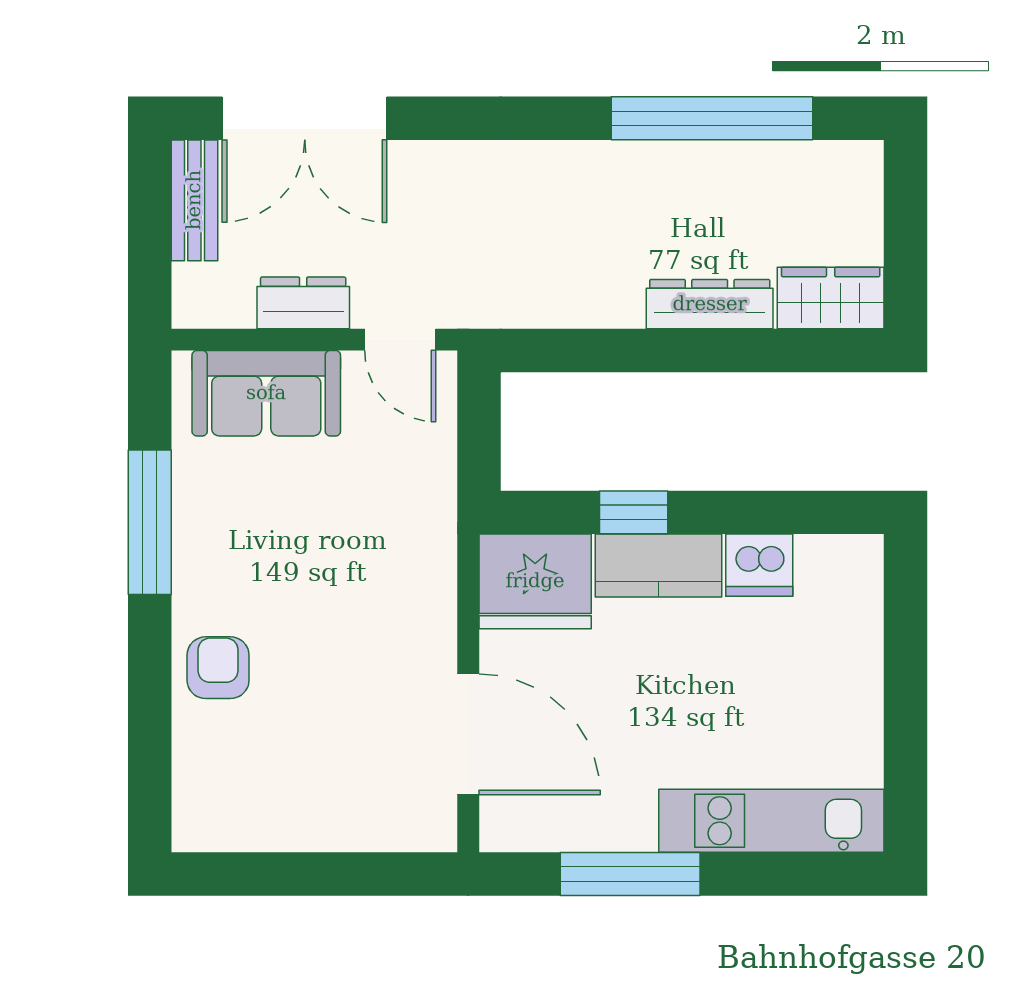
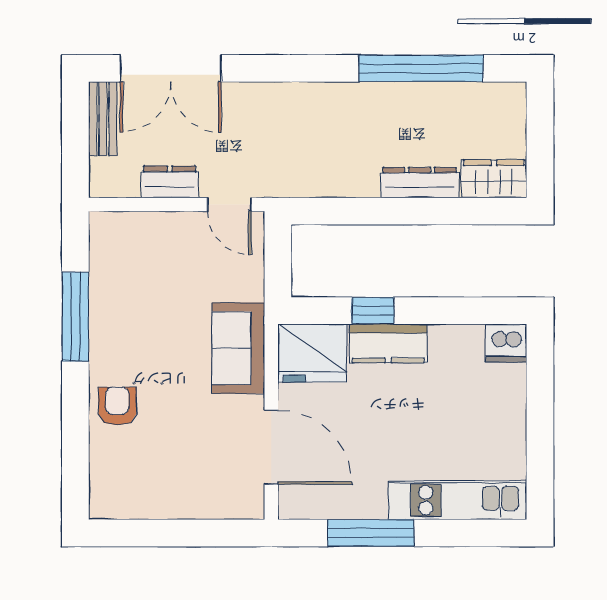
sofa: (266, 393) -> (238, 348), moved, turned 90
dishwasher: (759, 565) -> (506, 343), moved

